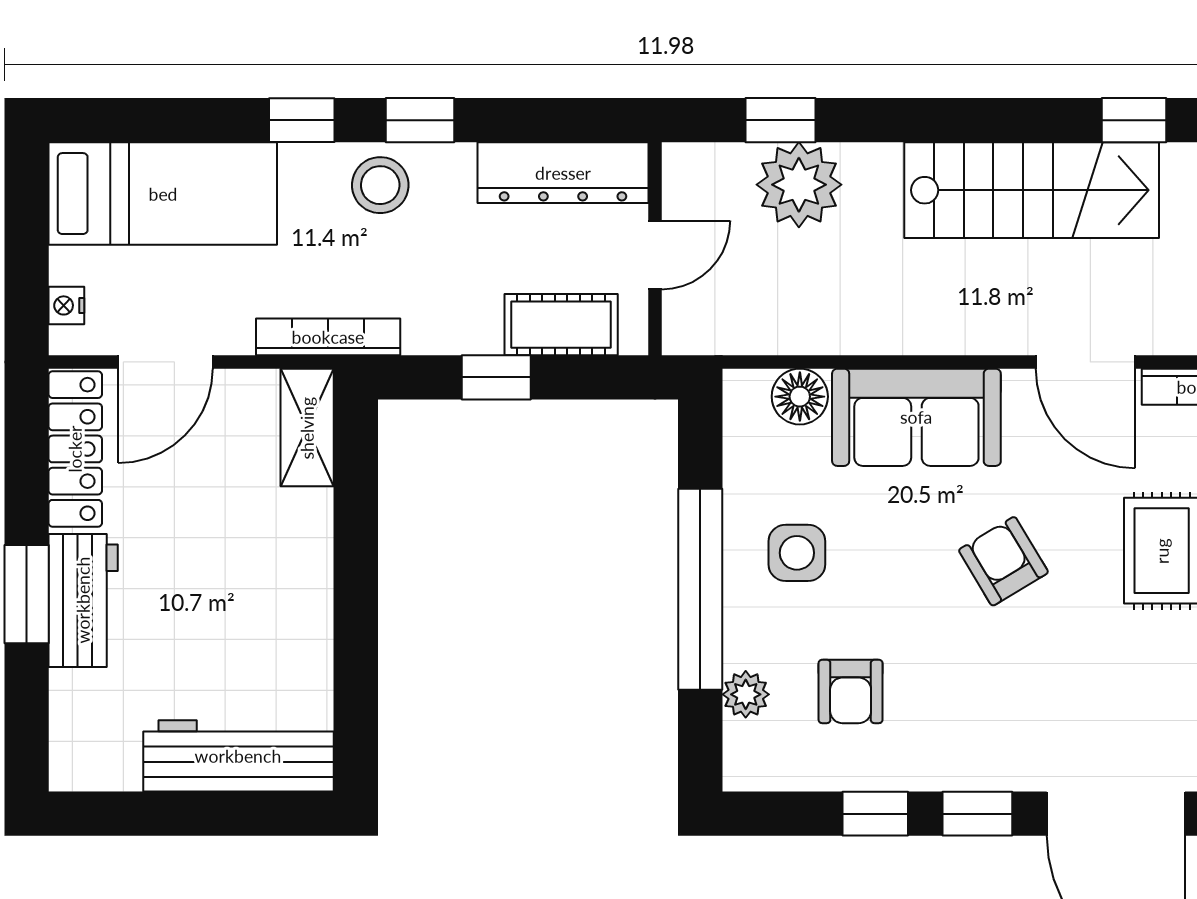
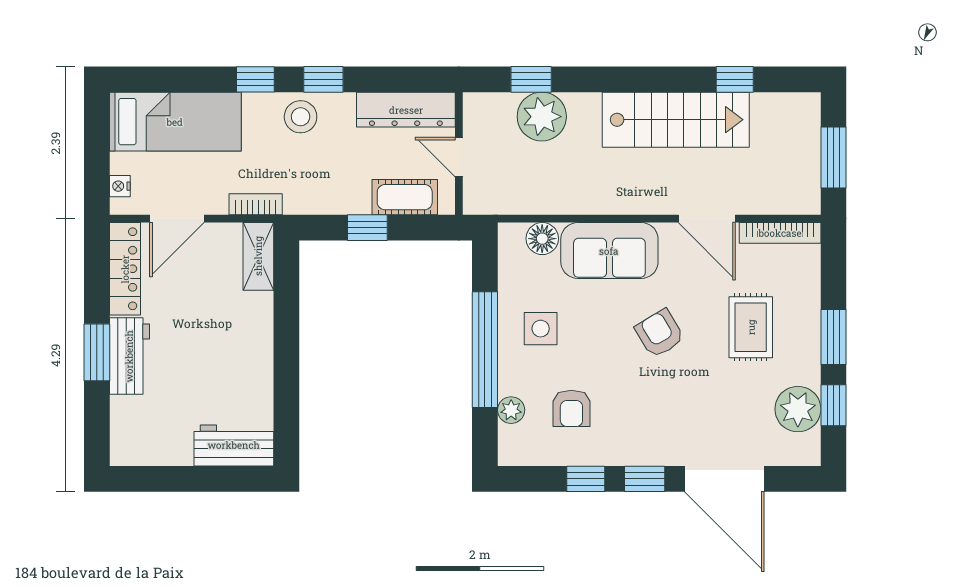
door: (655, 255) -> (459, 157), swing flipped
bookcase: (328, 337) -> (256, 204), width x0.64
workbench: (238, 756) -> (234, 445), width x0.73

